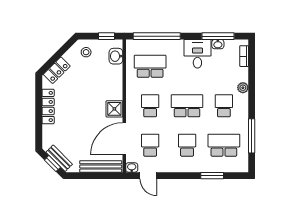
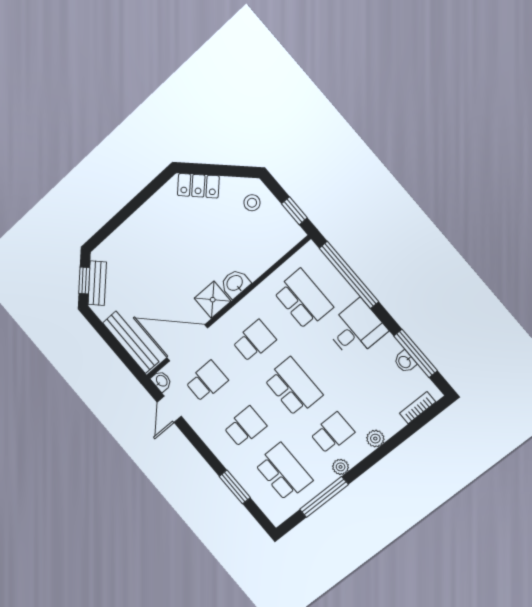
desk: (197, 54) -> (356, 329), moved
washbasin: (116, 56) -> (235, 283), moved
locker: (48, 106) -> (146, 215), removed
plant: (243, 116) -> (341, 467), added

